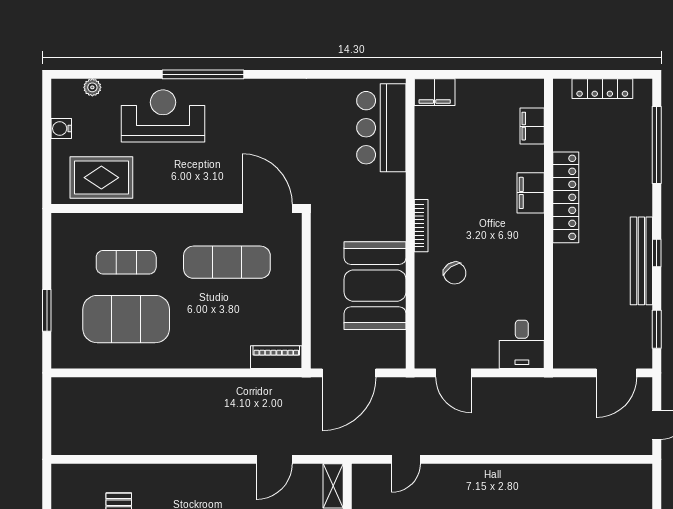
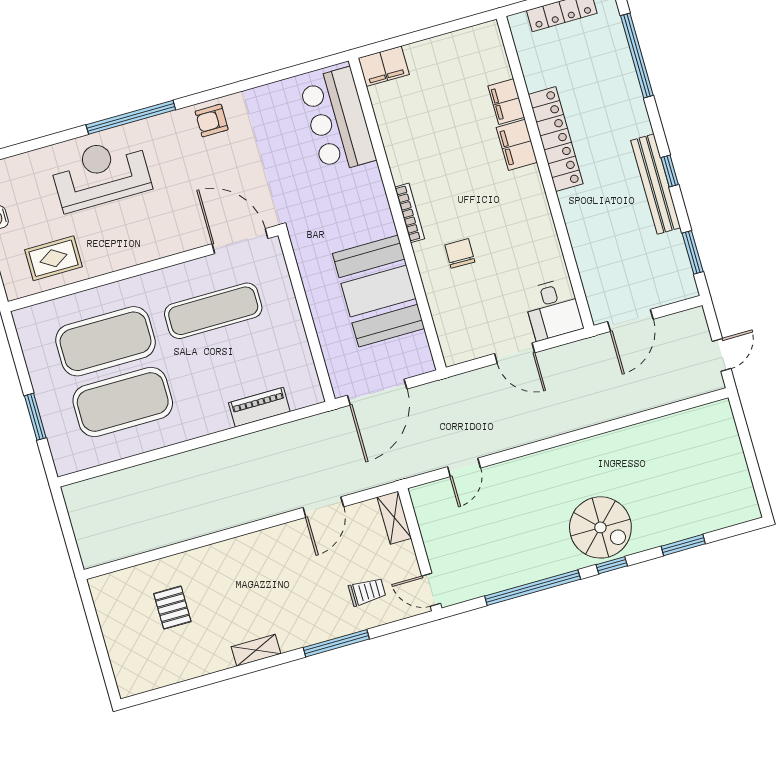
plant: (92, 87) -> (17, 165), removed
armchair: (272, 97) -> (212, 121), added
filing cabinet: (532, 126) -> (506, 102), moved
rug: (101, 178) -> (54, 258), width x0.73, depth x0.70
exercise mat: (126, 262) -> (106, 341), width x2.00, depth x1.45
chair: (455, 273) -> (460, 253), turned -145
piano: (276, 357) -> (259, 407), moved
door: (453, 373) -> (515, 353), moved
door: (616, 373) -> (630, 320), moved

